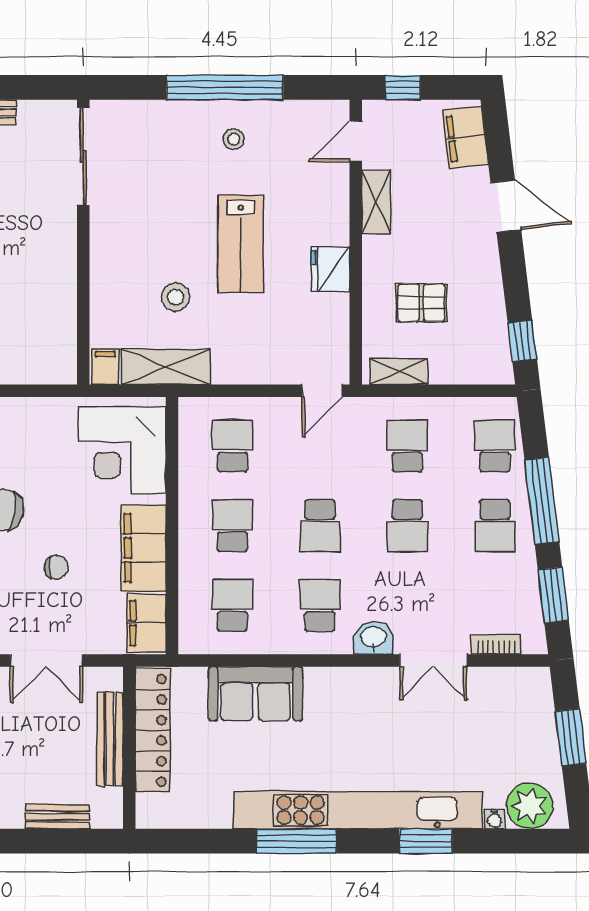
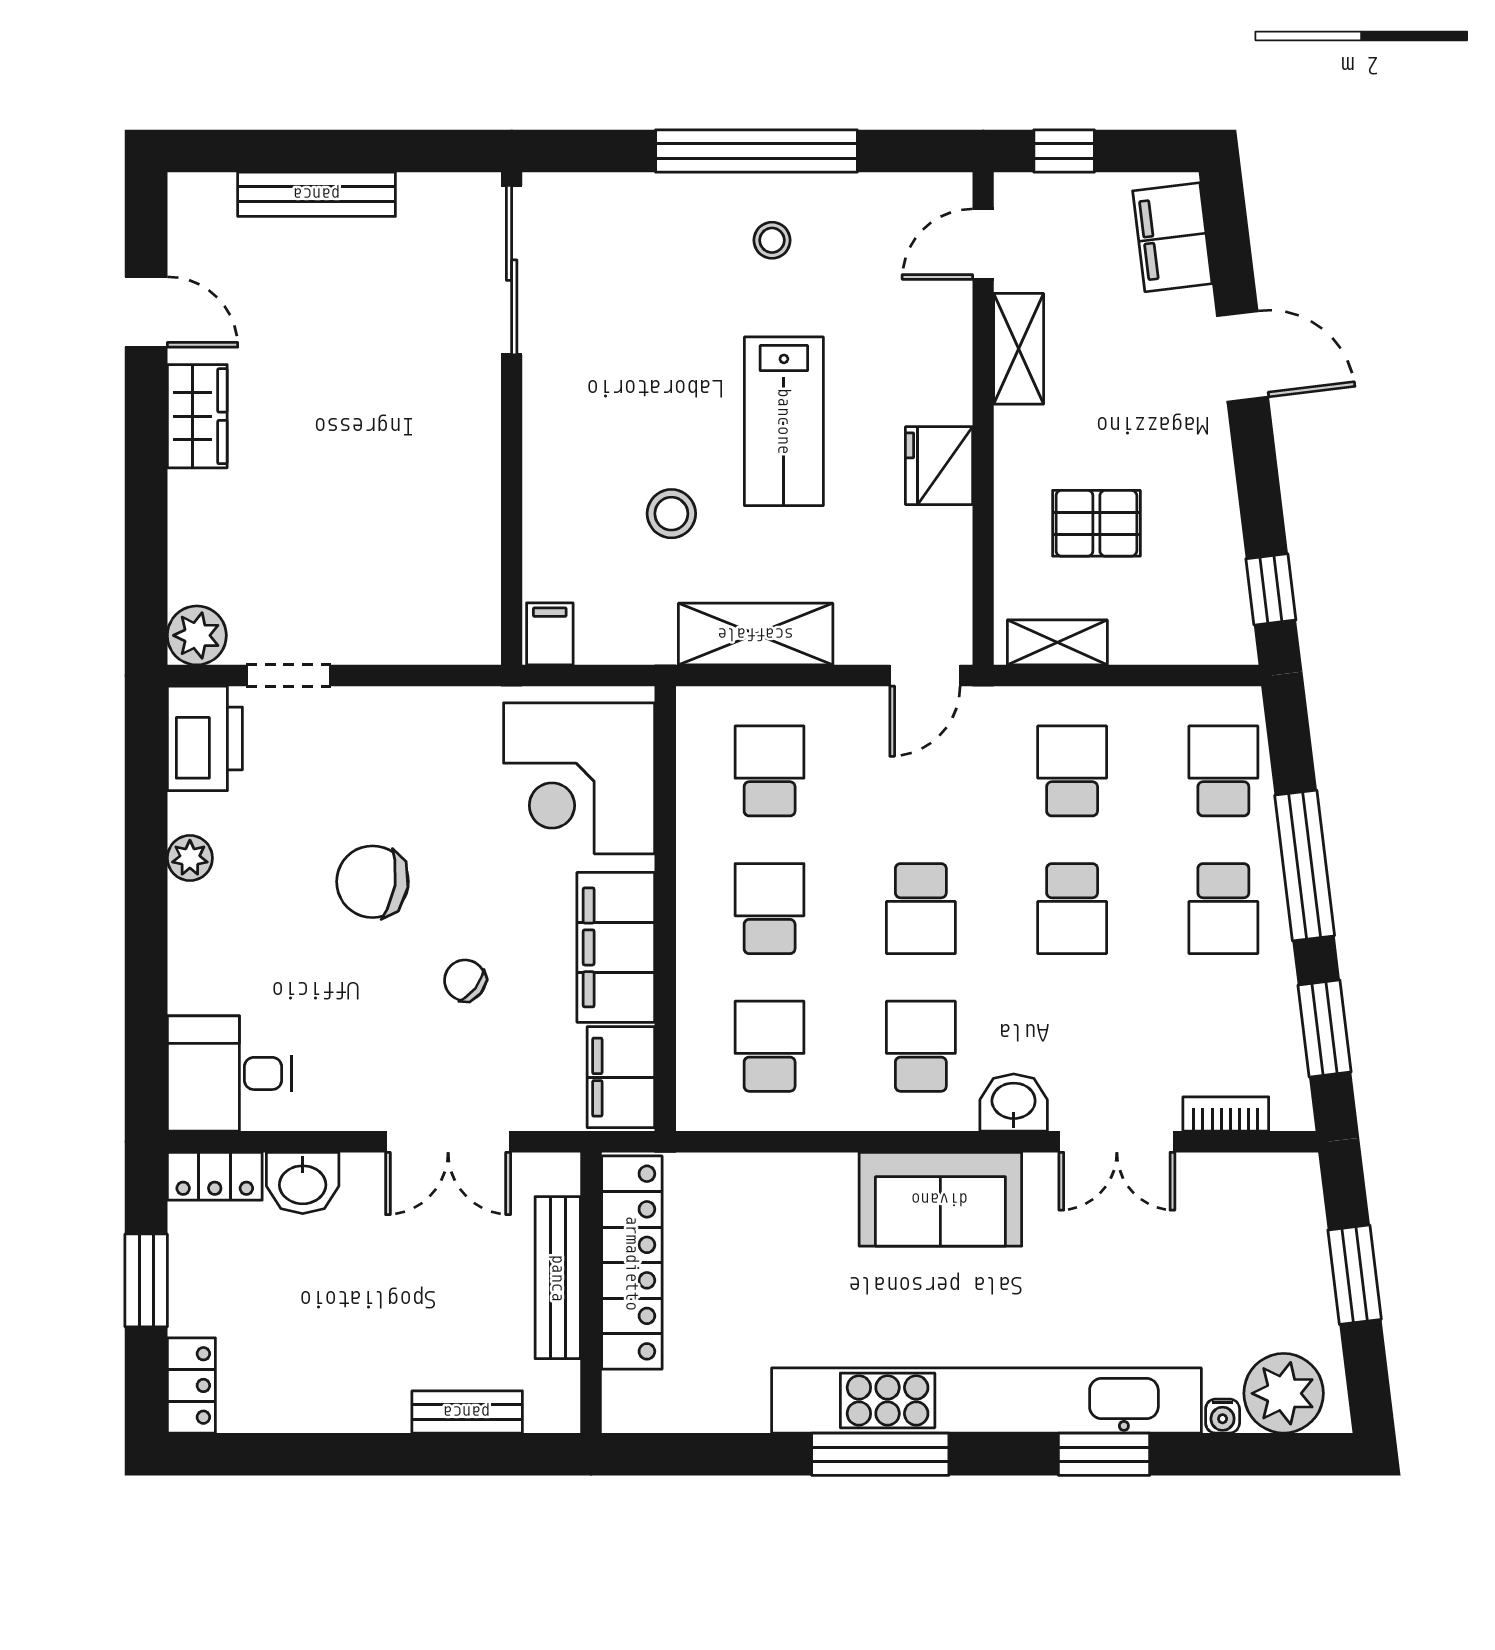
shelving: (166, 367) -> (756, 634), moved
chair: (56, 567) -> (465, 980), turned -142
sofa: (255, 694) -> (940, 1199), moved

